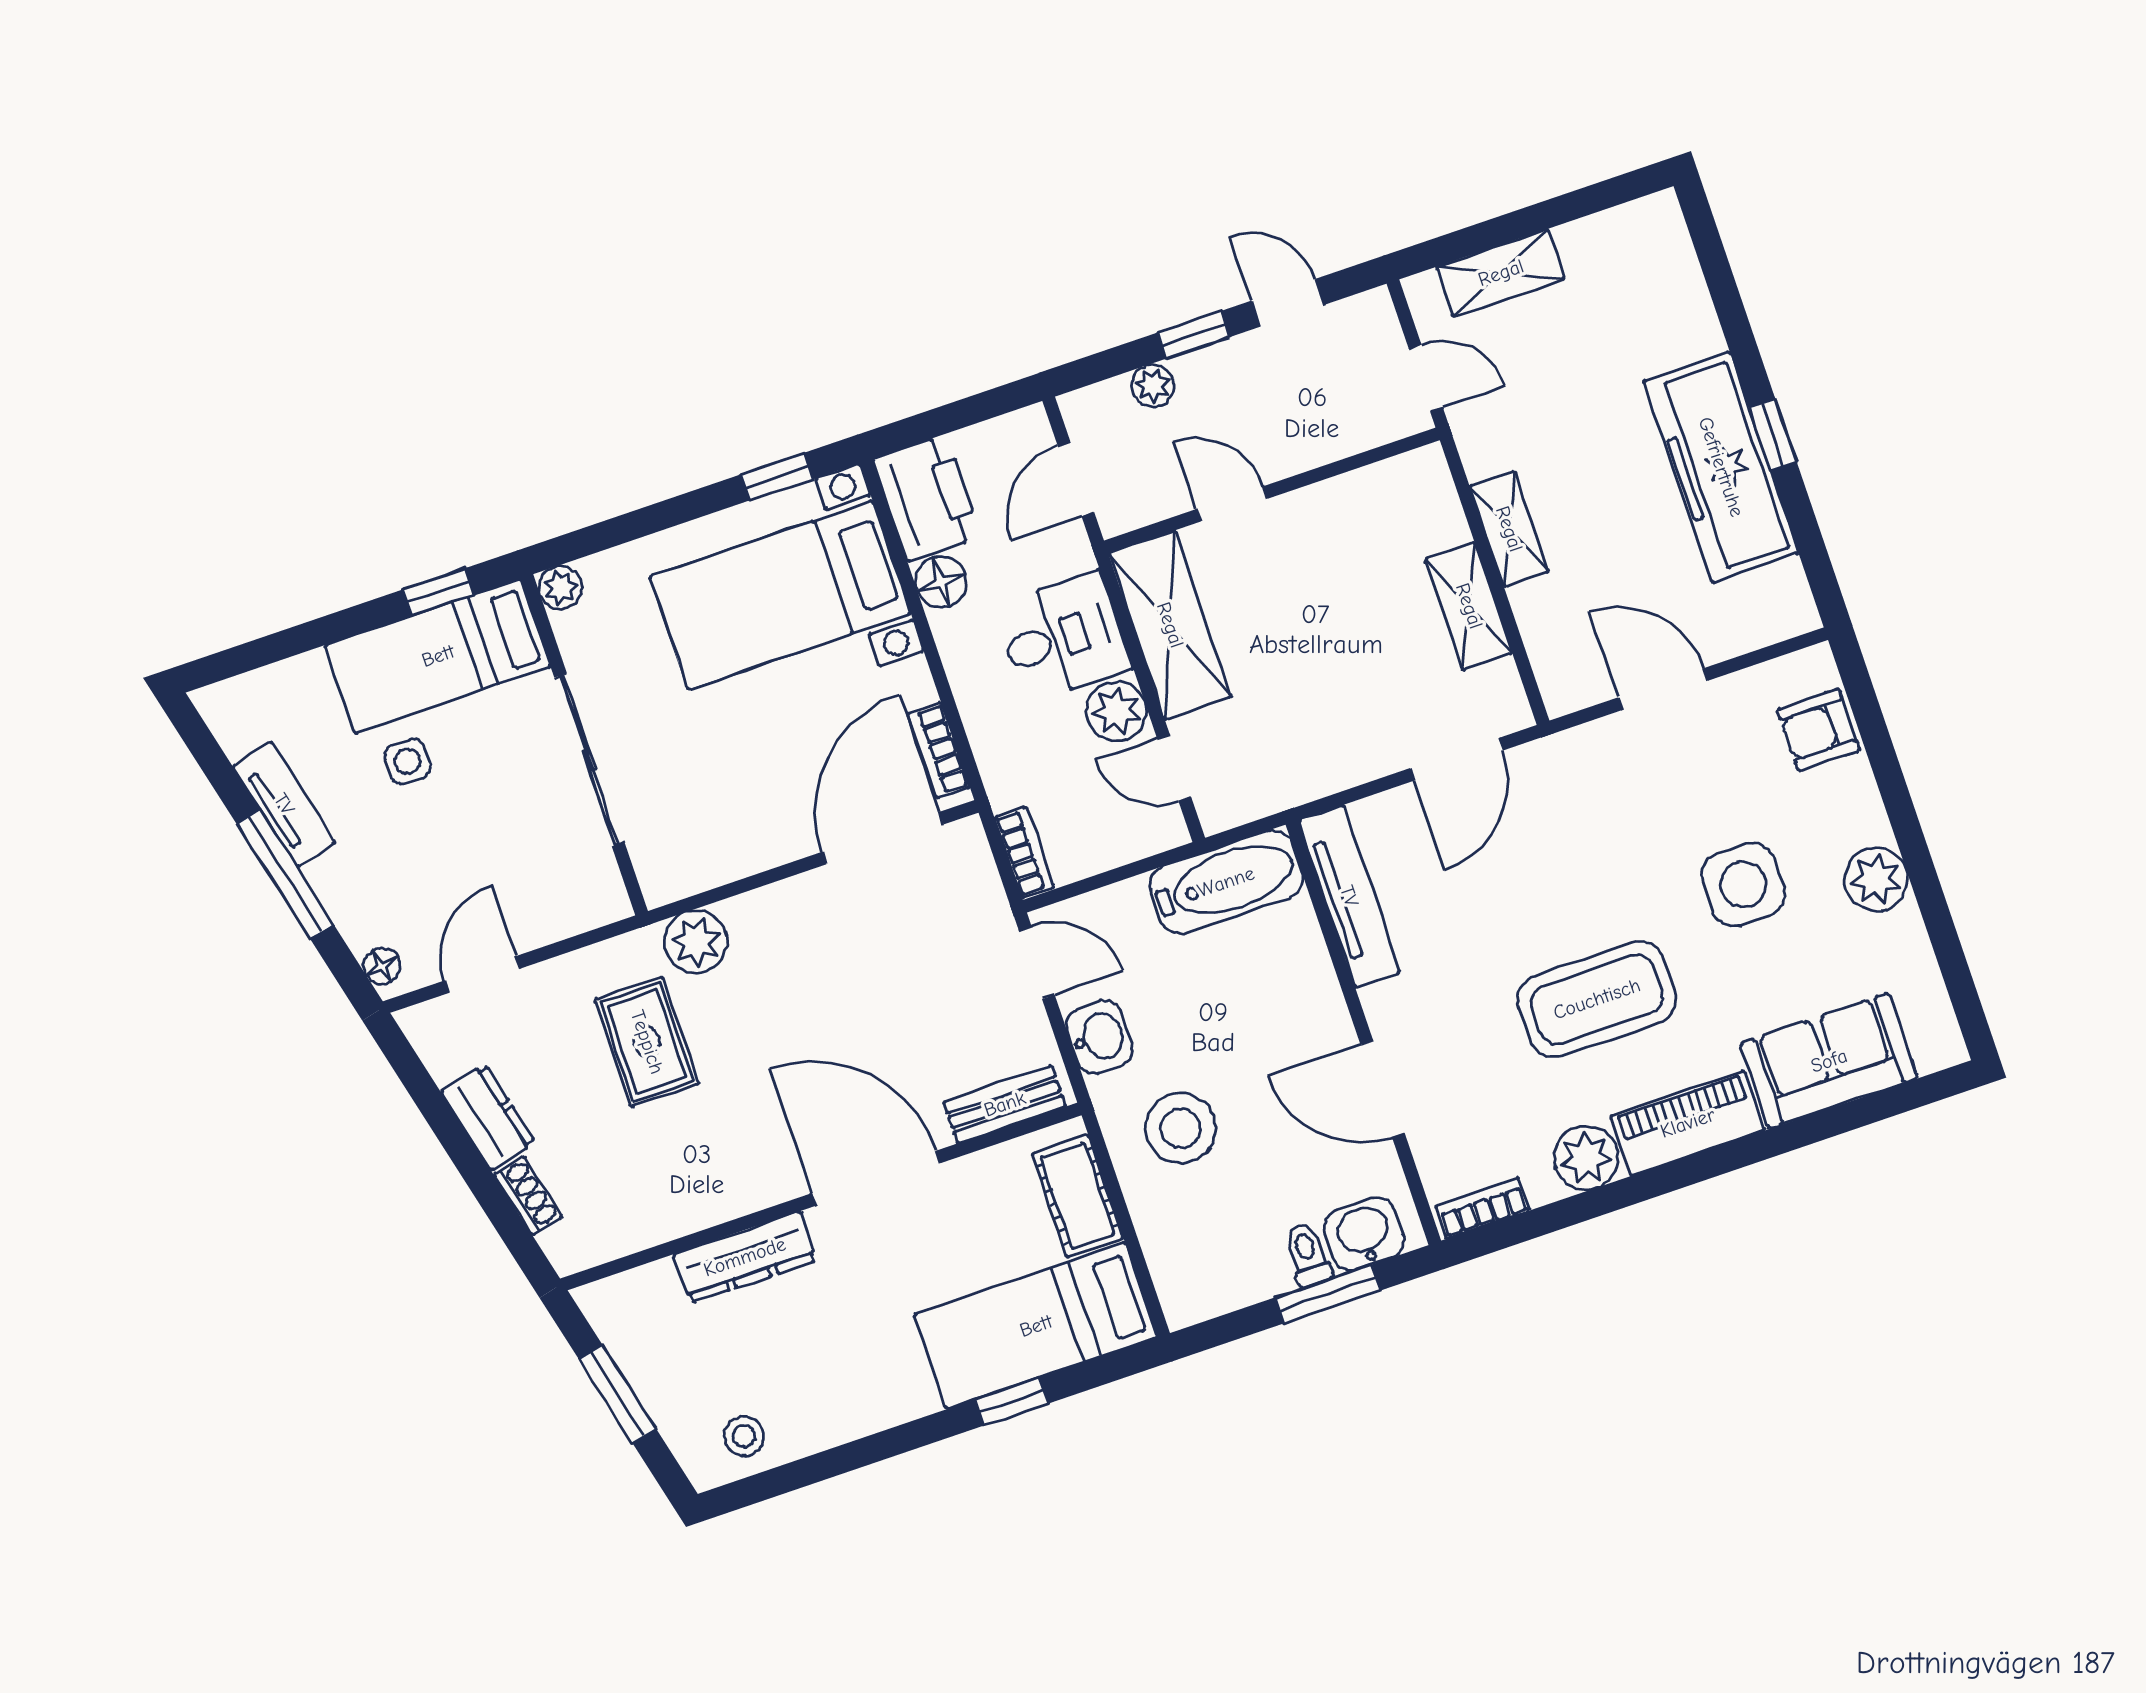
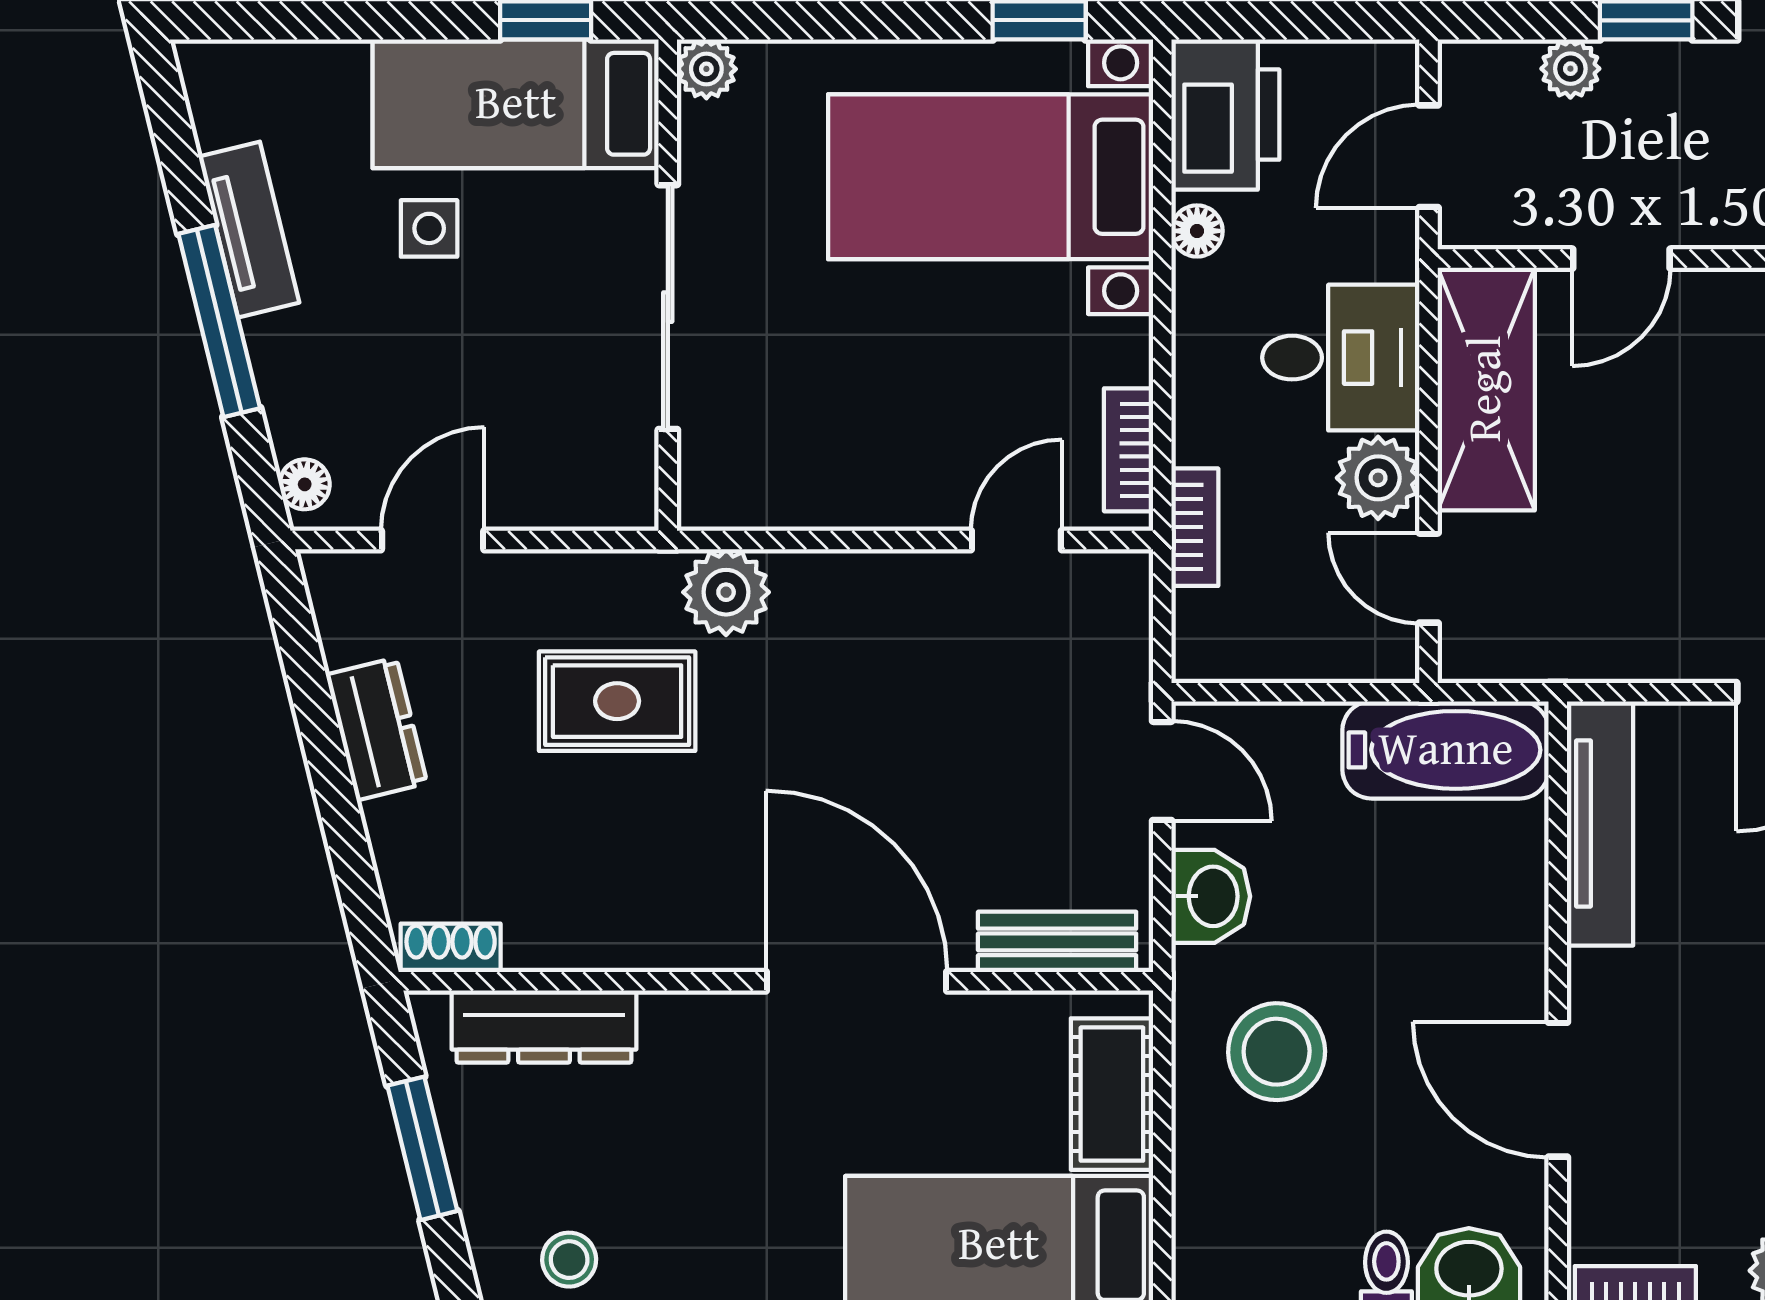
door: (1232, 504) -> (1621, 259), swing flipped
floor lamp: (941, 582) -> (1197, 231), width x0.73, depth x0.73
door: (883, 838) -> (1016, 540), width x0.53
bookcase: (1024, 852) -> (1195, 527), moved
rug: (647, 1042) -> (617, 701), turned 90
shoe rack: (528, 1196) -> (451, 948), moved, turned -76
dresser: (745, 1257) -> (544, 1027), moved

